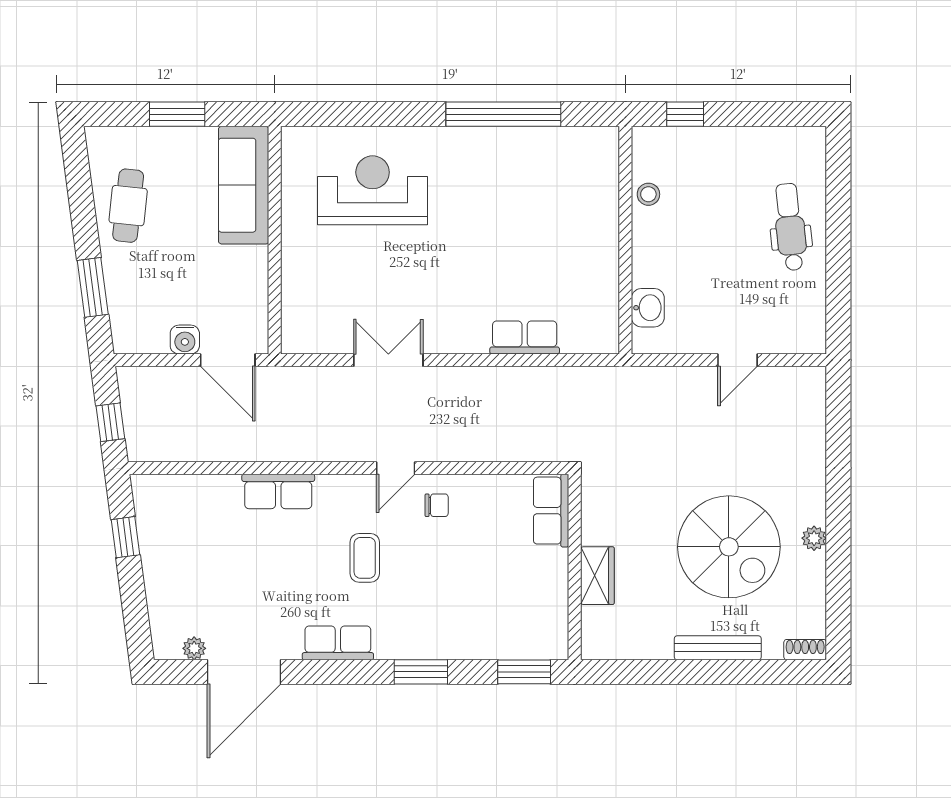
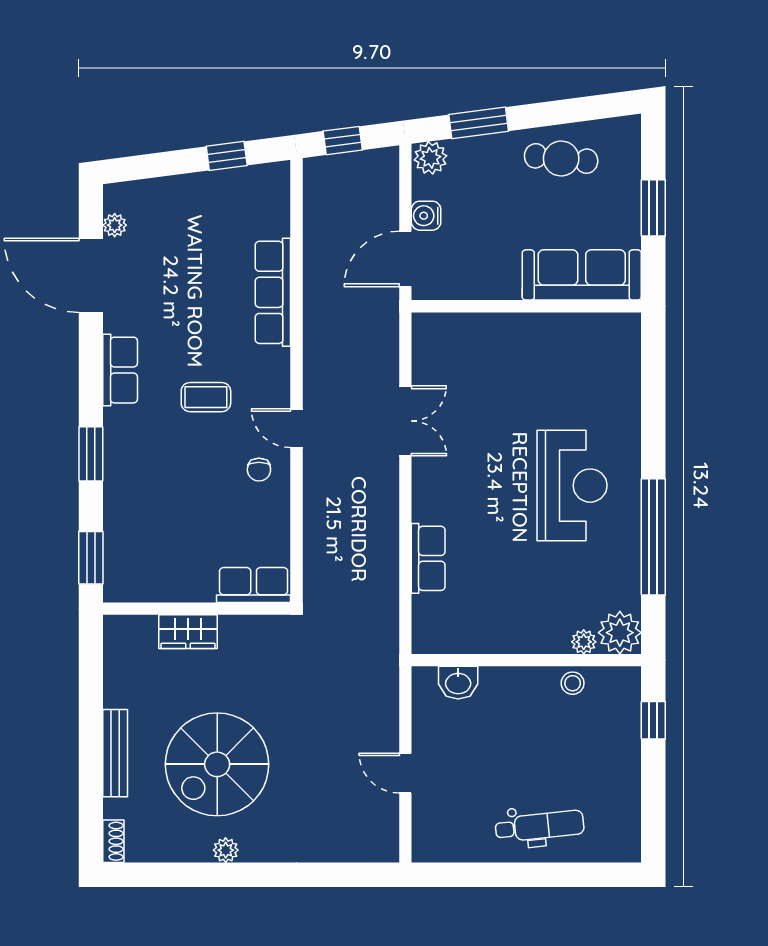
plant: (598, 147) -> (620, 633), added
plant: (607, 183) -> (584, 642), added
reception desk: (373, 190) -> (572, 486), moved
plant: (127, 335) -> (431, 158), added
row of seats: (278, 491) -> (273, 292), width x1.48

